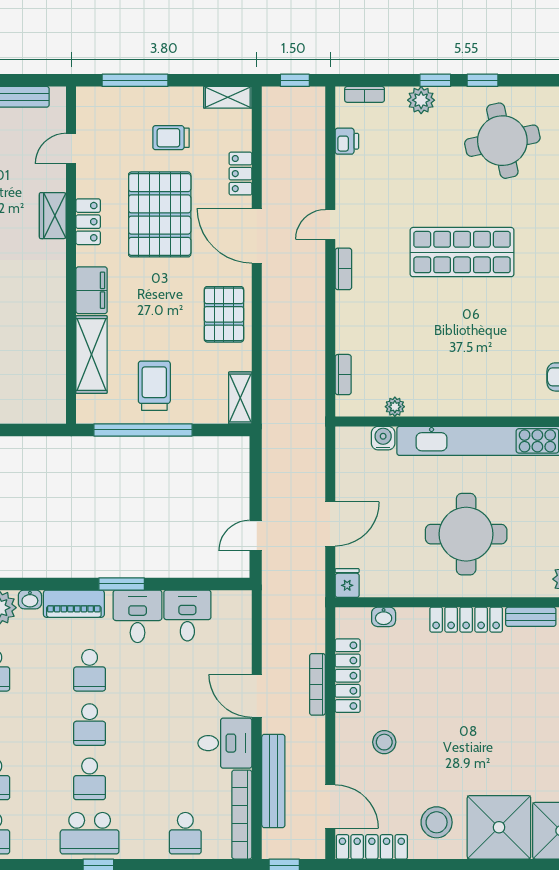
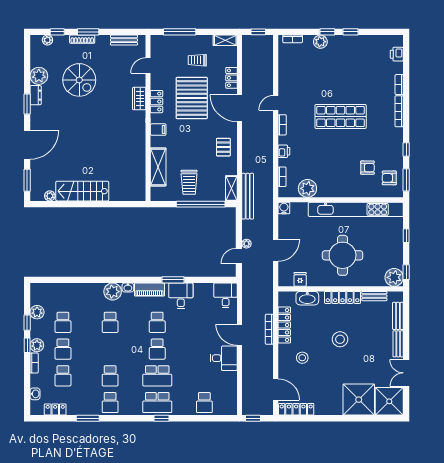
printer: (347, 141) -> (284, 151), moved
round table: (502, 141) -> (360, 62), removed
filing cabinet: (92, 290) -> (158, 130), width x0.50
pallet: (224, 314) -> (223, 147), width x0.67, depth x0.71
armchair: (517, 356) -> (368, 168), added
trolley: (154, 386) -> (189, 182), turned 180
plant: (395, 407) -> (307, 188), width x1.87, depth x1.87
window: (143, 430) -> (201, 204), moved
water cooler: (383, 438) -> (284, 208), moved
plant: (271, 510) -> (246, 244), added
fridge: (347, 583) -> (300, 279), moved
desk: (187, 616) -> (226, 295), moved
washbasin: (384, 617) -> (307, 298), width x1.91, depth x1.45
school desk: (90, 779) -> (157, 376), width x1.85
bench: (273, 781) -> (248, 196), moved
bookcase: (242, 815) -> (232, 393), removed
stool: (437, 822) -> (340, 339), moved

